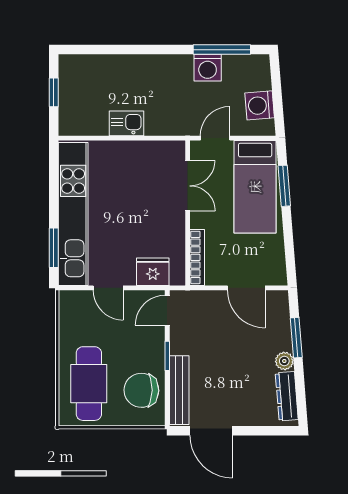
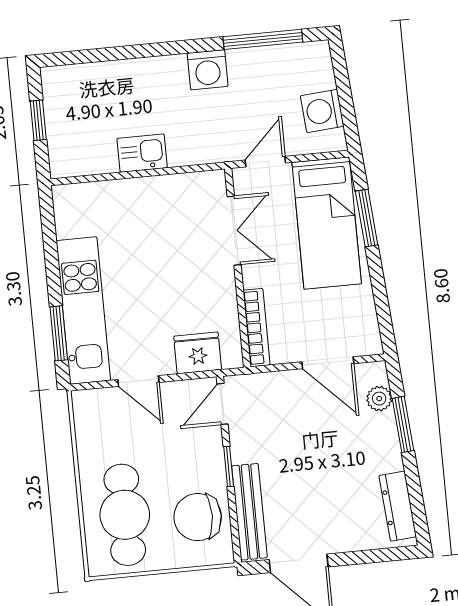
washing machine: (208, 68) -> (208, 70), moved
kitchen unit: (73, 214) -> (83, 311), width x0.73
plant: (284, 361) -> (379, 399), moved

